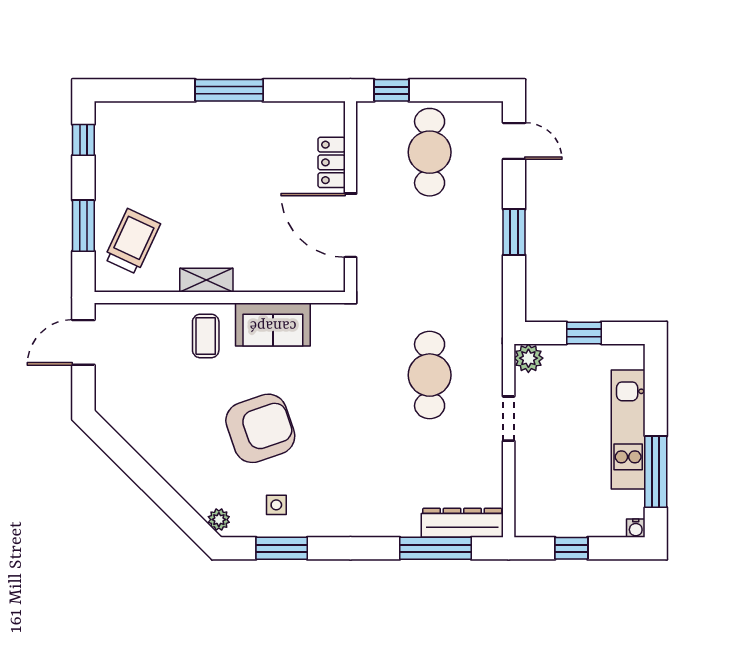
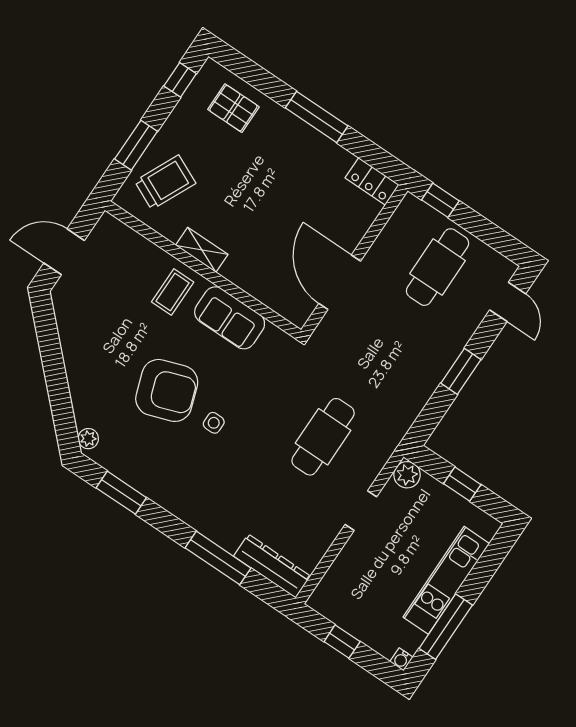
pallet: (149, 133) -> (233, 108), added
locker: (332, 162) -> (372, 181), moved, turned -90
door: (83, 342) -> (64, 252), moved
side table: (276, 505) -> (214, 423), moved
window: (435, 548) -> (218, 558), moved

